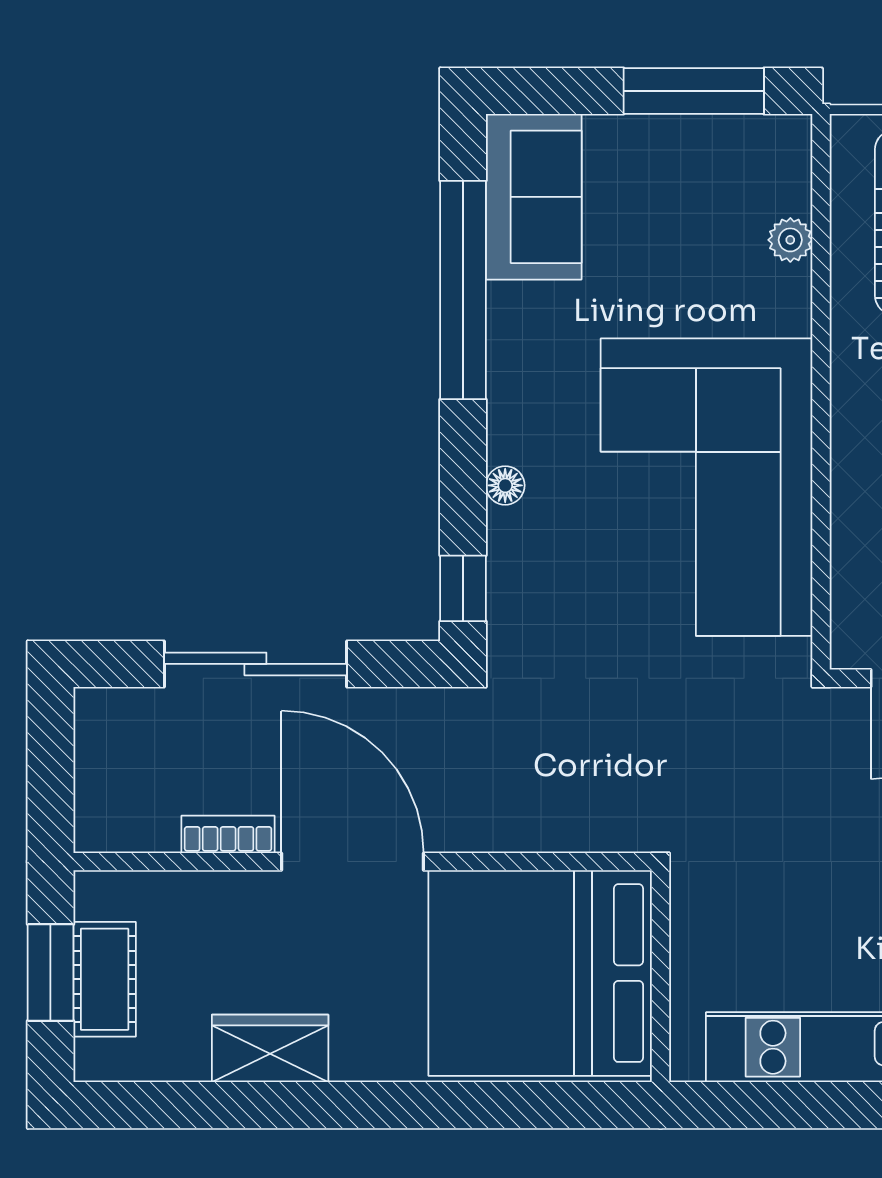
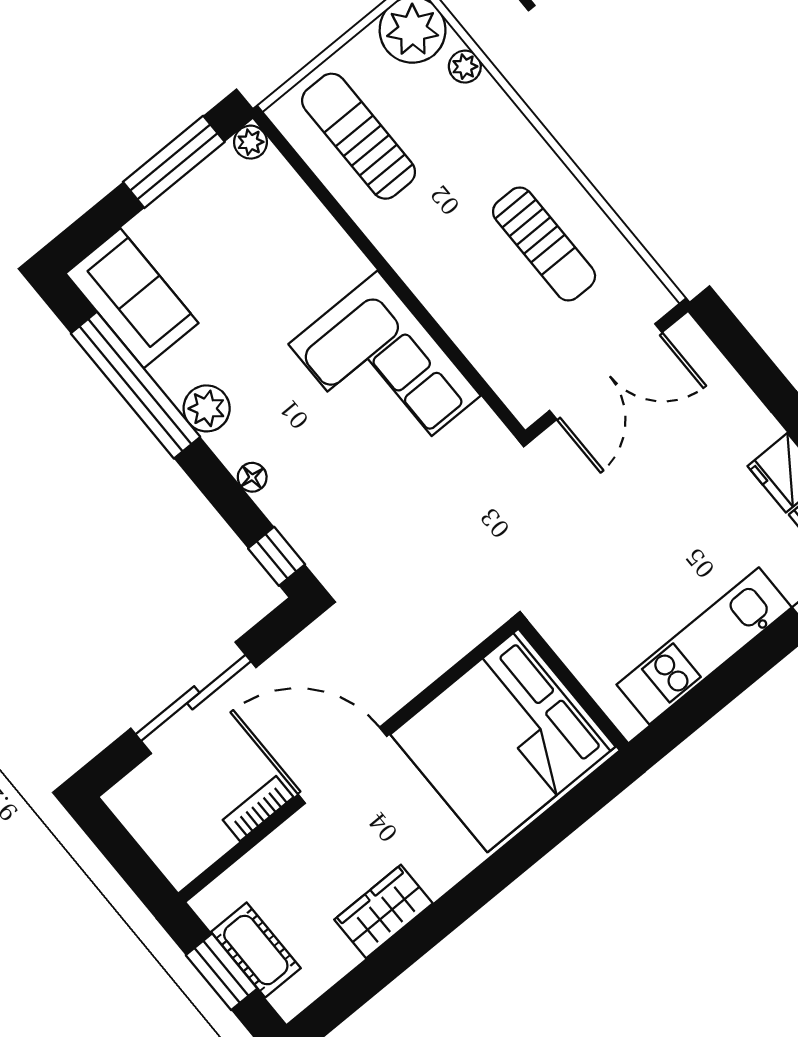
plant: (790, 240) -> (250, 142), moved
plant: (517, 375) -> (207, 408), added
corner sofa: (706, 487) -> (385, 370), width x0.73, depth x0.74

